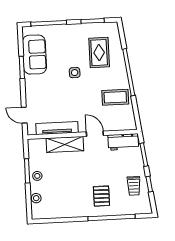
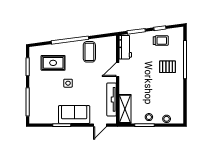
sofa: (34, 55) -> (74, 115), moved
shelving: (65, 144) -> (125, 109), moved

